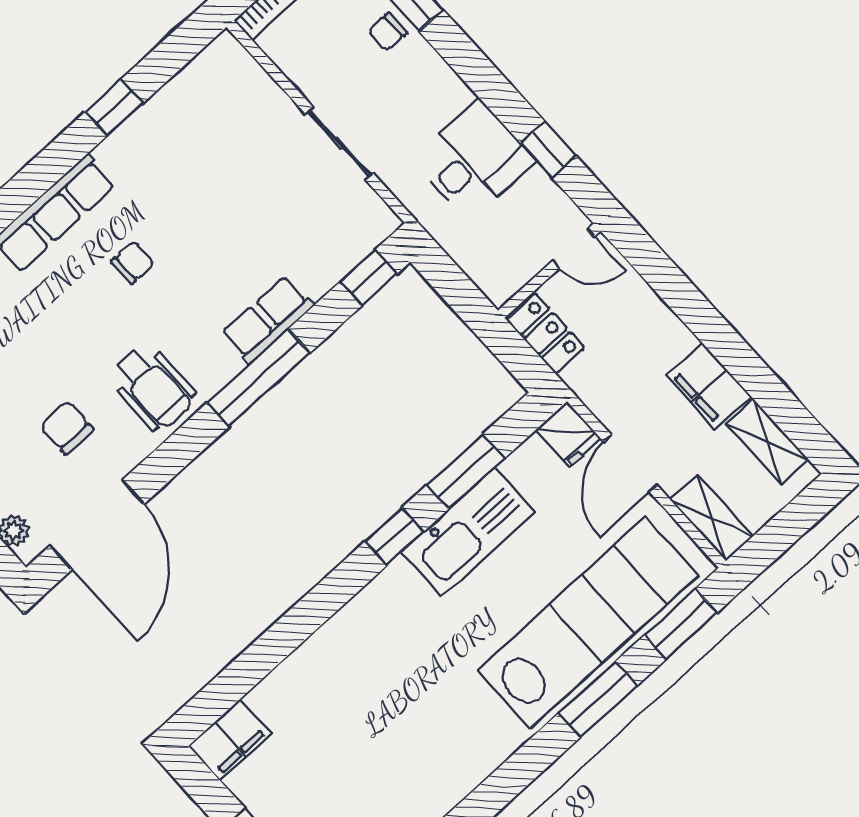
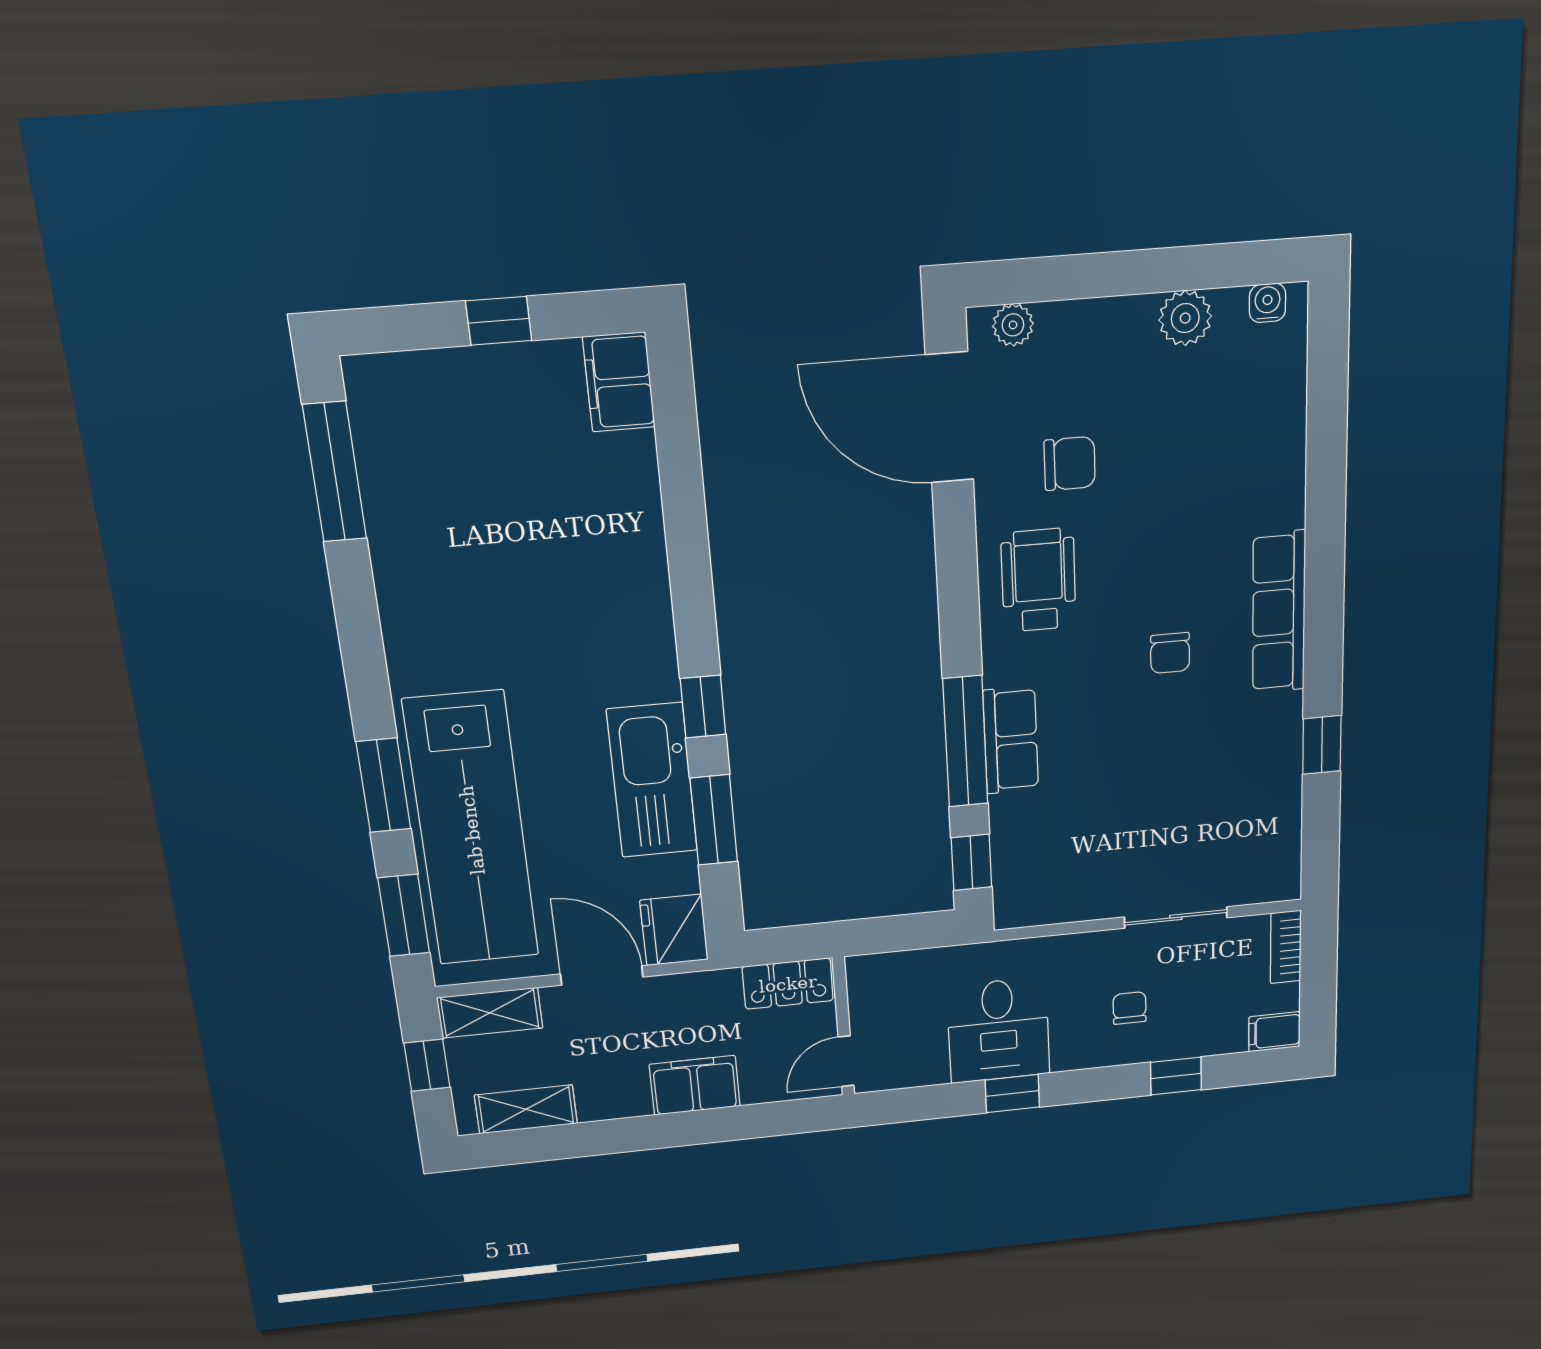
chair: (388, 32) -> (1130, 1008), moved
sliding door: (339, 144) -> (1176, 917), moved
window: (548, 149) -> (1012, 1094), moved
window: (259, 378) -> (965, 742), moved
filing cabinet: (709, 386) -> (695, 1085), moved
wheelchair: (152, 387) -> (1039, 580), turned 90
fridge: (568, 434) -> (674, 930), width x1.38
window: (781, 532) -> (427, 1065), added

